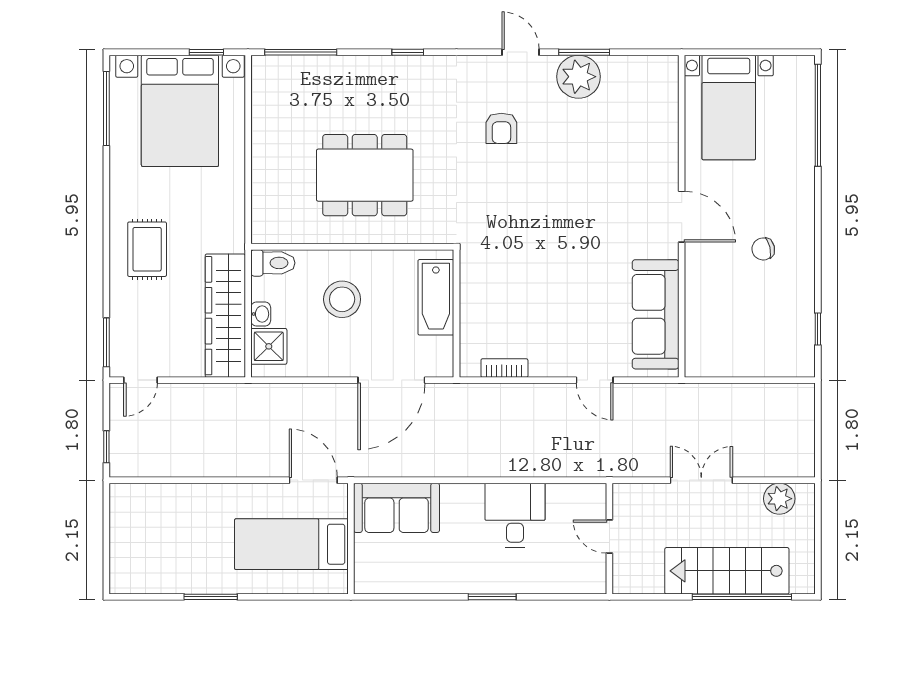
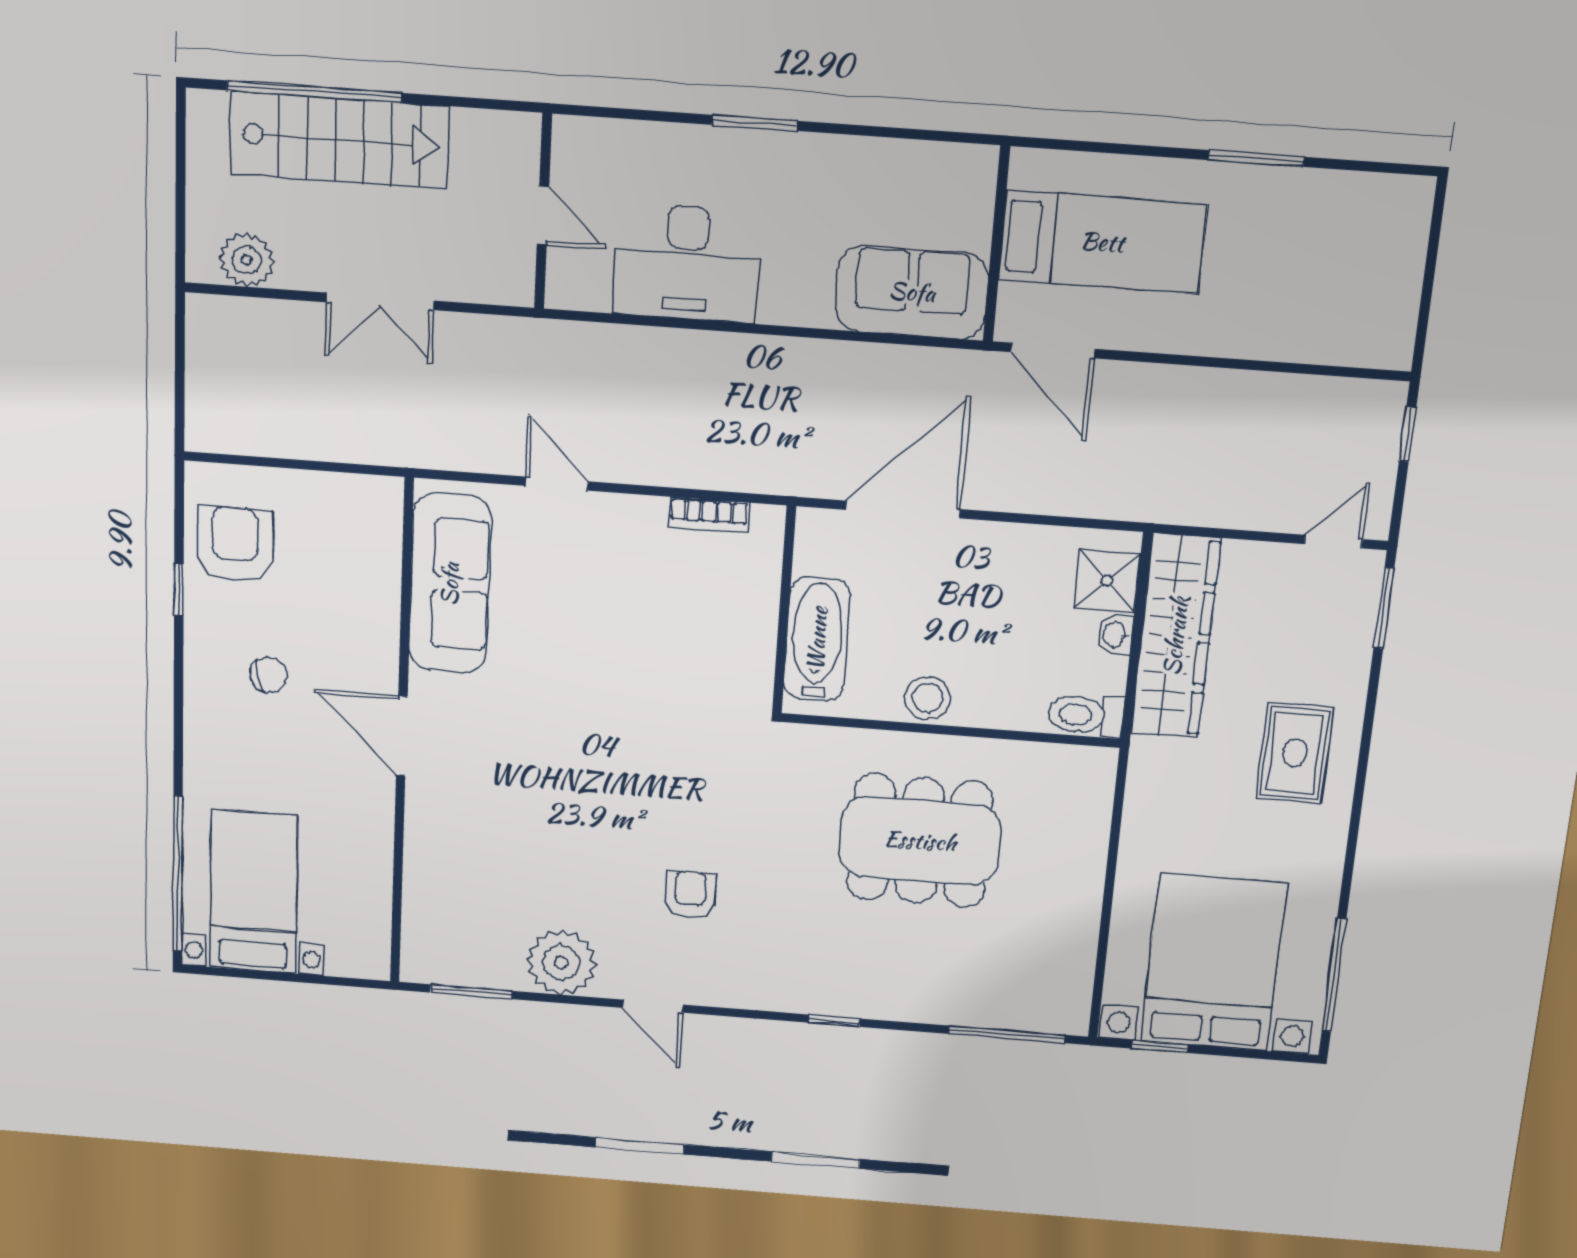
window: (584, 52) -> (471, 992), moved
bed with nightstands: (729, 107) -> (253, 892), moved
stool: (342, 299) -> (928, 698), moved, width x0.73, depth x0.73
armchair: (784, 329) -> (235, 544), added
window: (818, 329) -> (179, 590), moved
desk: (515, 515) -> (686, 263), width x1.37

